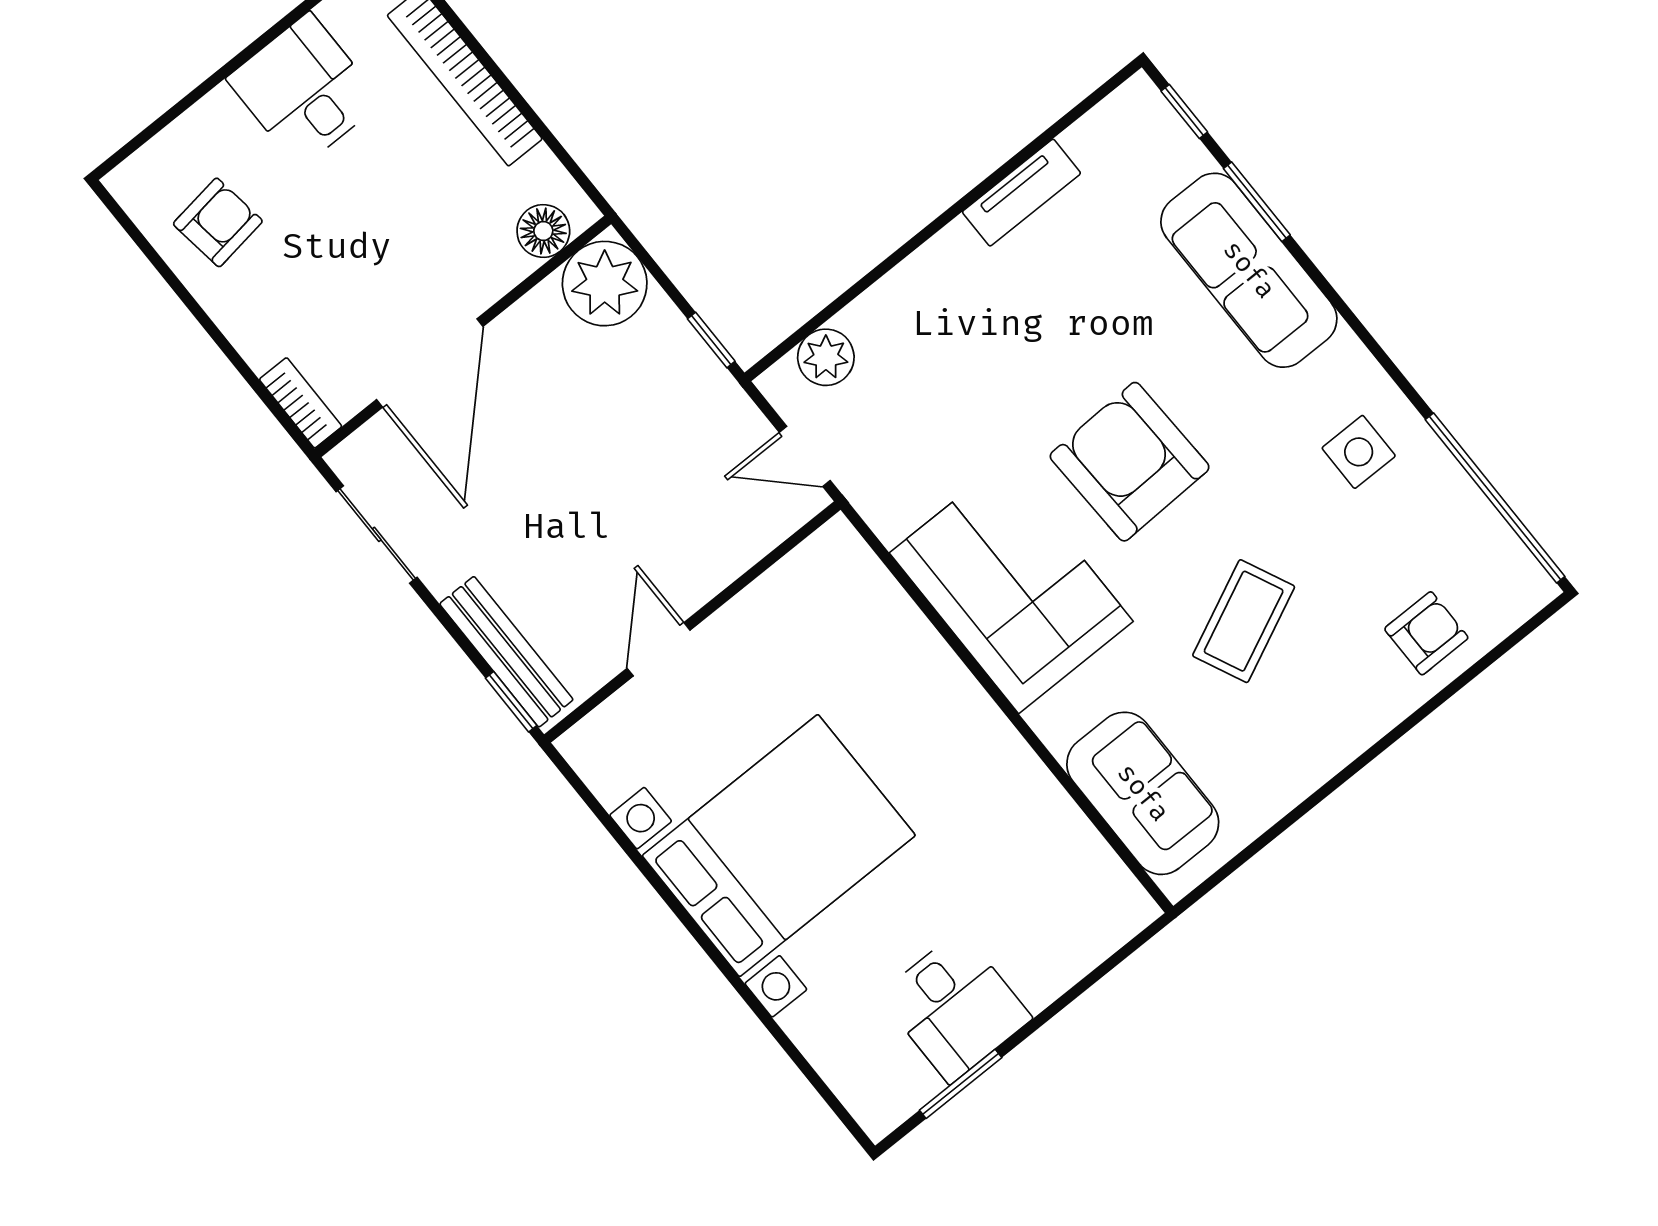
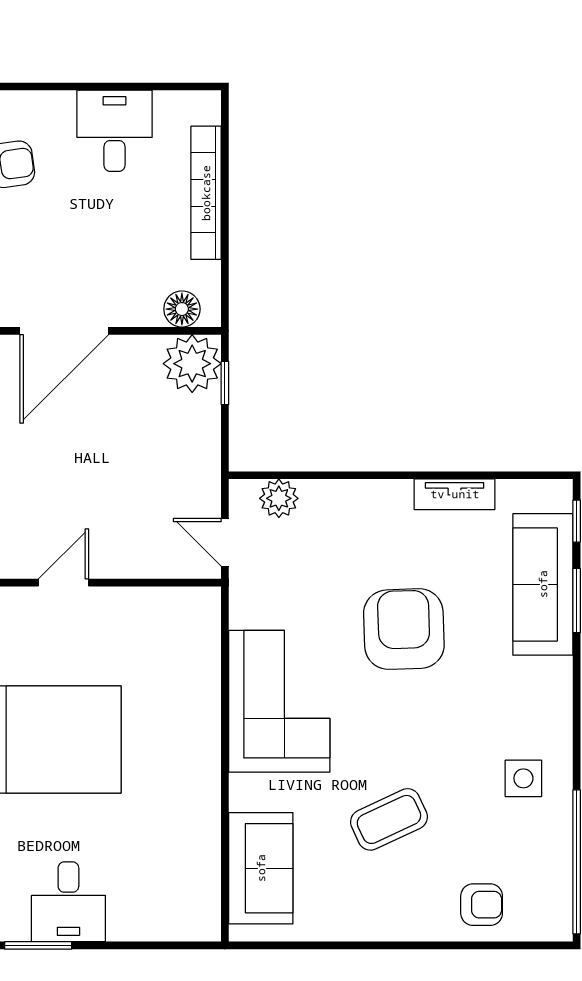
sofa: (1249, 270) -> (543, 584), moved
window: (711, 340) -> (225, 383), moved
armchair: (1130, 462) -> (404, 629), moved

